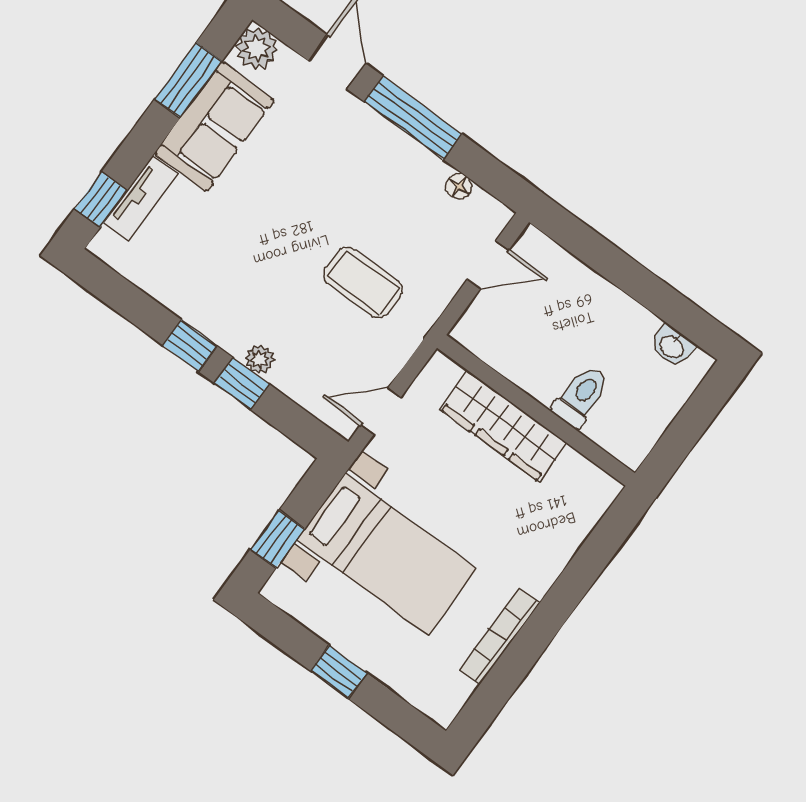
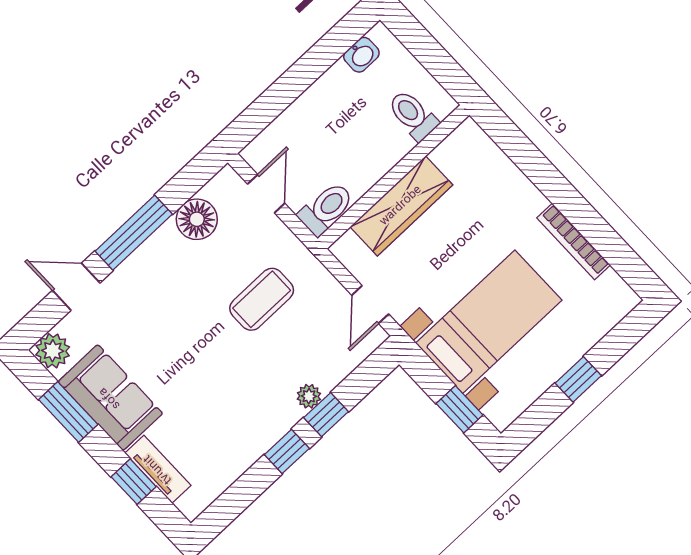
floor lamp: (459, 186) -> (197, 219), width x1.89, depth x1.89
window: (101, 200) -> (134, 482), moved
toilet: (484, 338) -> (326, 209), added
toilet: (581, 397) -> (413, 115), moved

